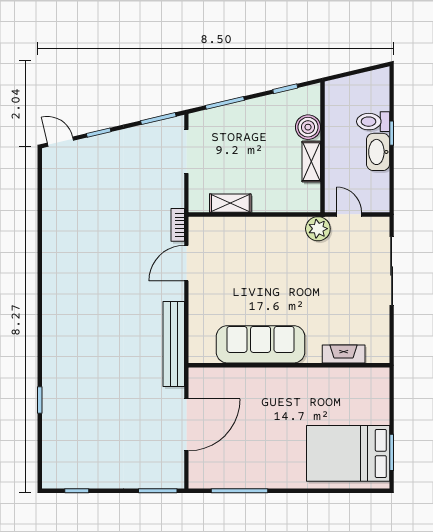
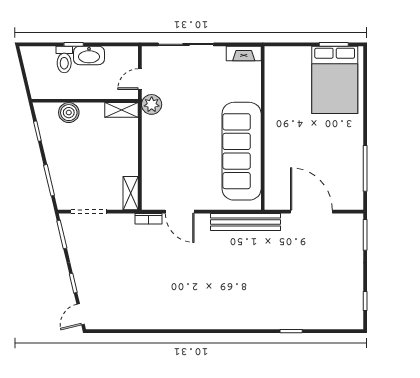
shelving: (311, 162) -> (122, 110), moved
shelving: (230, 203) -> (131, 193), moved
sofa: (261, 344) -> (242, 151), width x1.36, depth x1.27
fireplace: (344, 354) -> (244, 54), moved, turned -90

